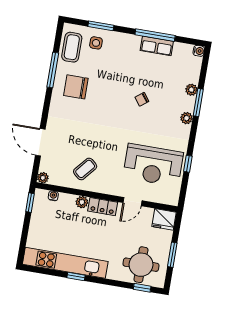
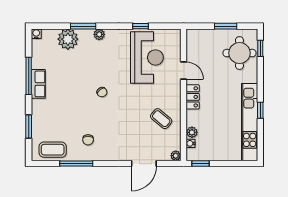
side table: (96, 43) -> (45, 128), removed
row of seats: (157, 46) -> (38, 84), moved
chair: (76, 87) -> (88, 140), width x0.54, depth x0.54
plant: (191, 90) -> (68, 39), width x1.87, depth x1.87
chair: (142, 99) -> (102, 92), moved
plant: (82, 202) -> (192, 132), moved
fridge: (164, 219) -> (195, 39), removed

